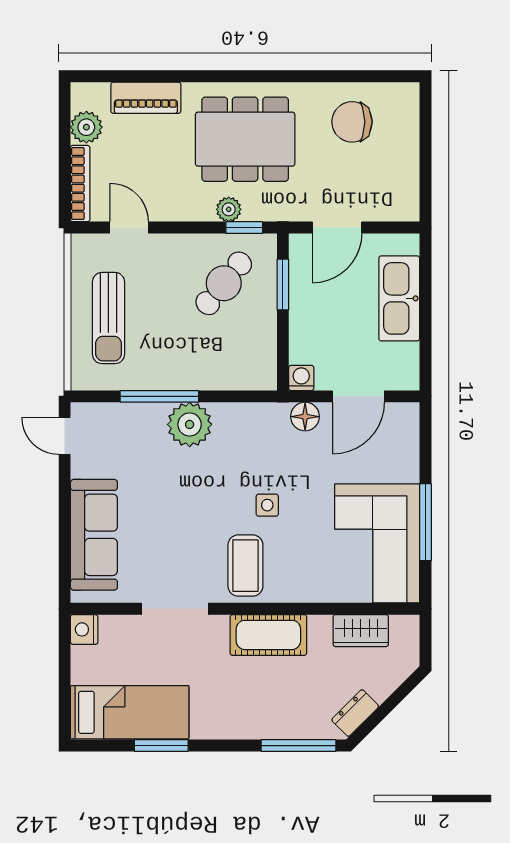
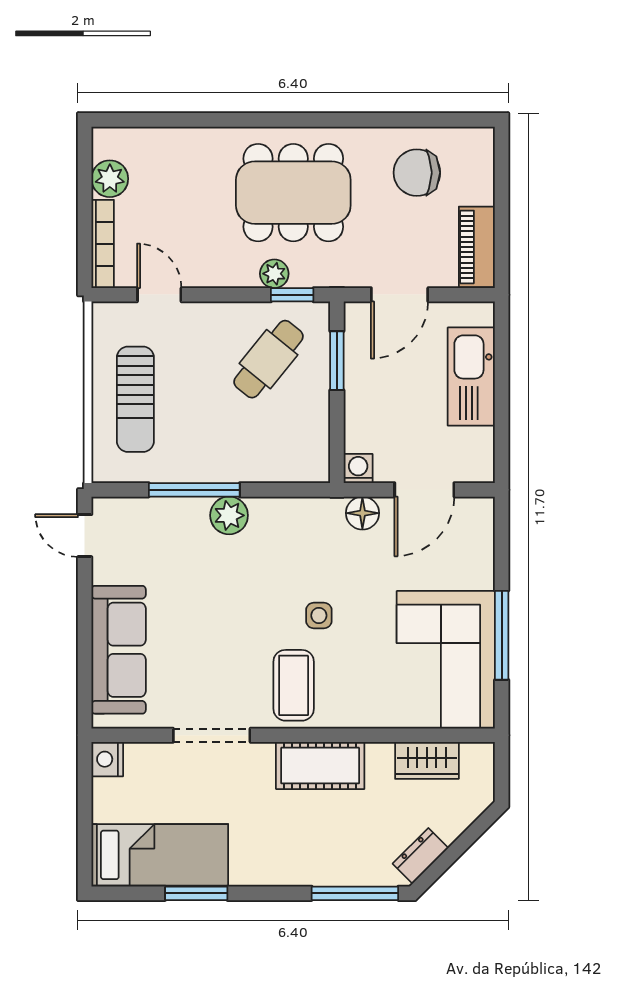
piano: (146, 98) -> (477, 247), moved, turned 90
plant: (190, 424) -> (229, 515), width x0.73, depth x0.73

